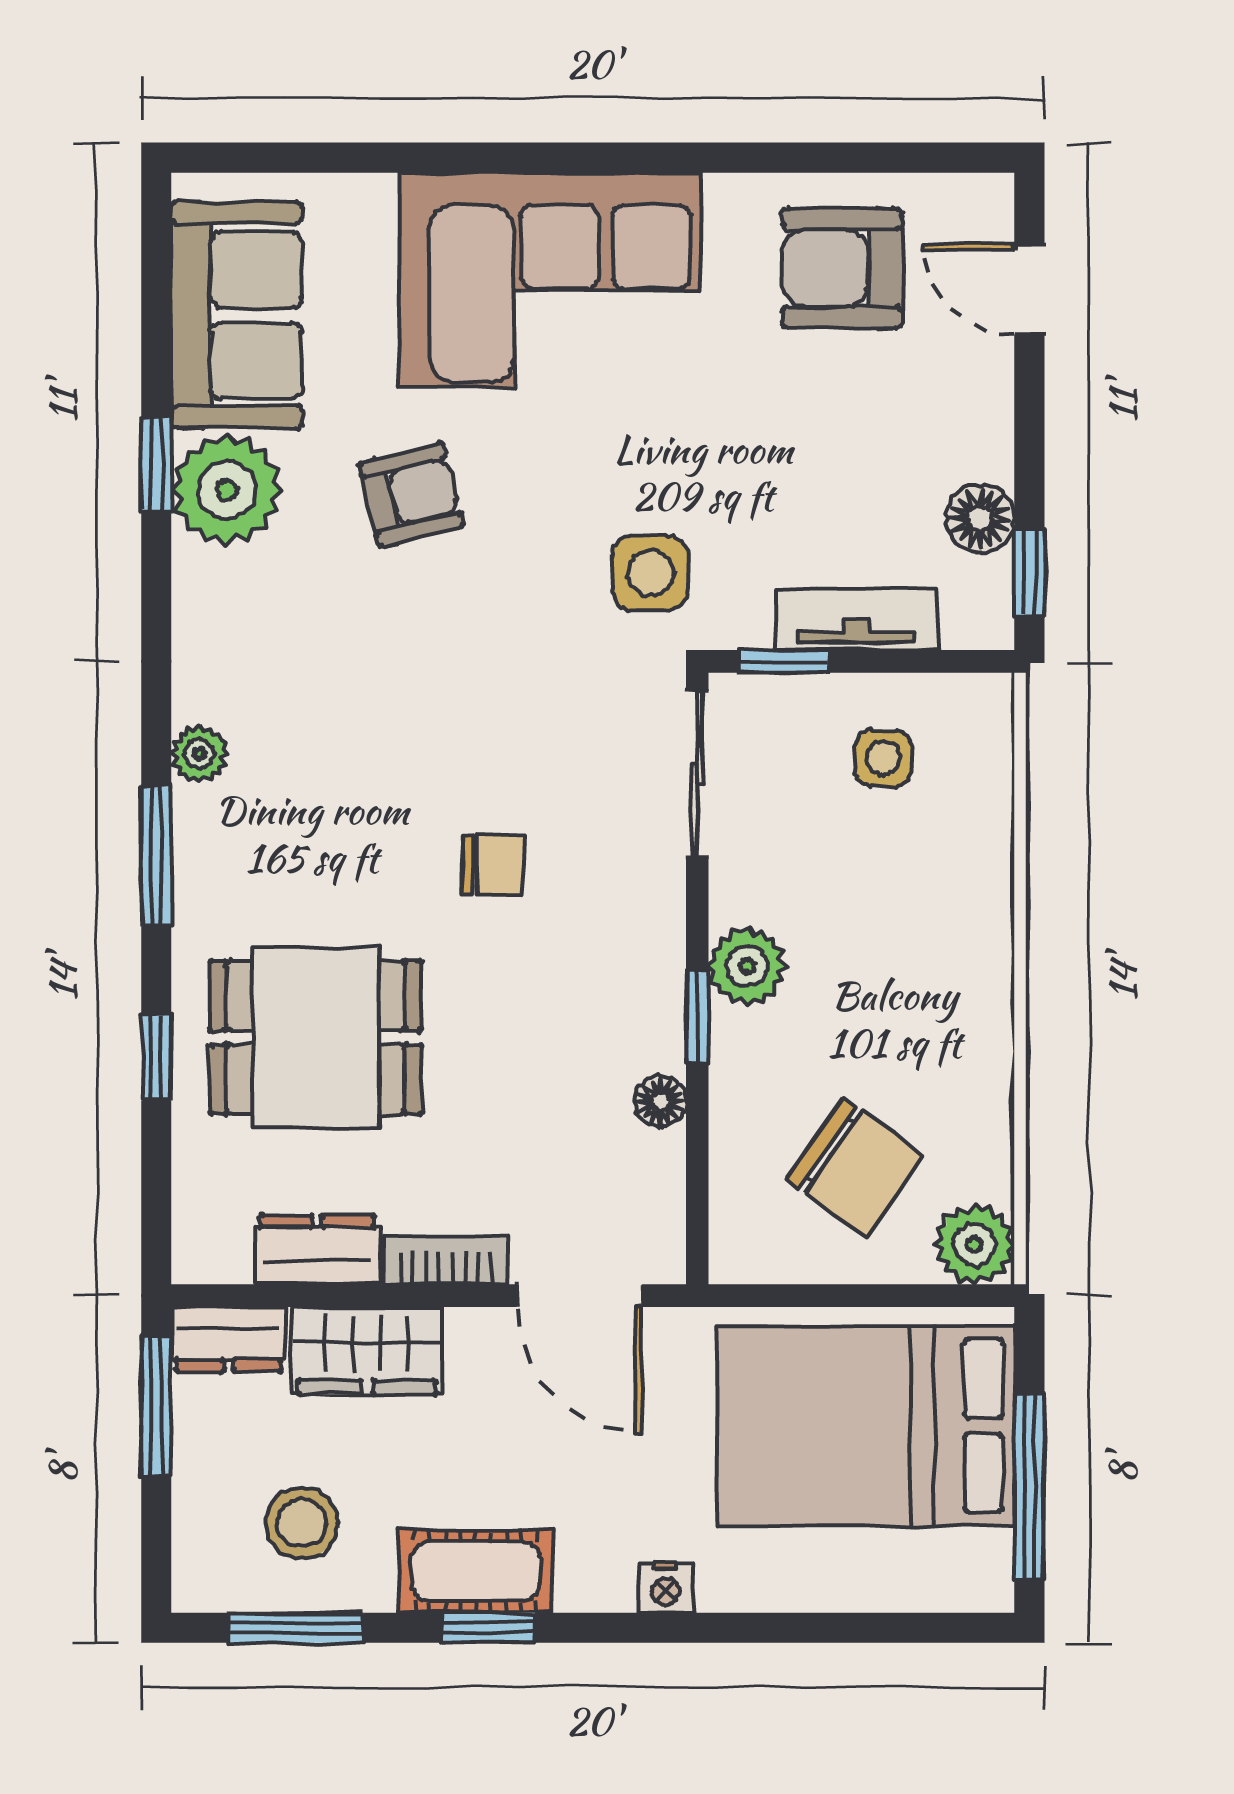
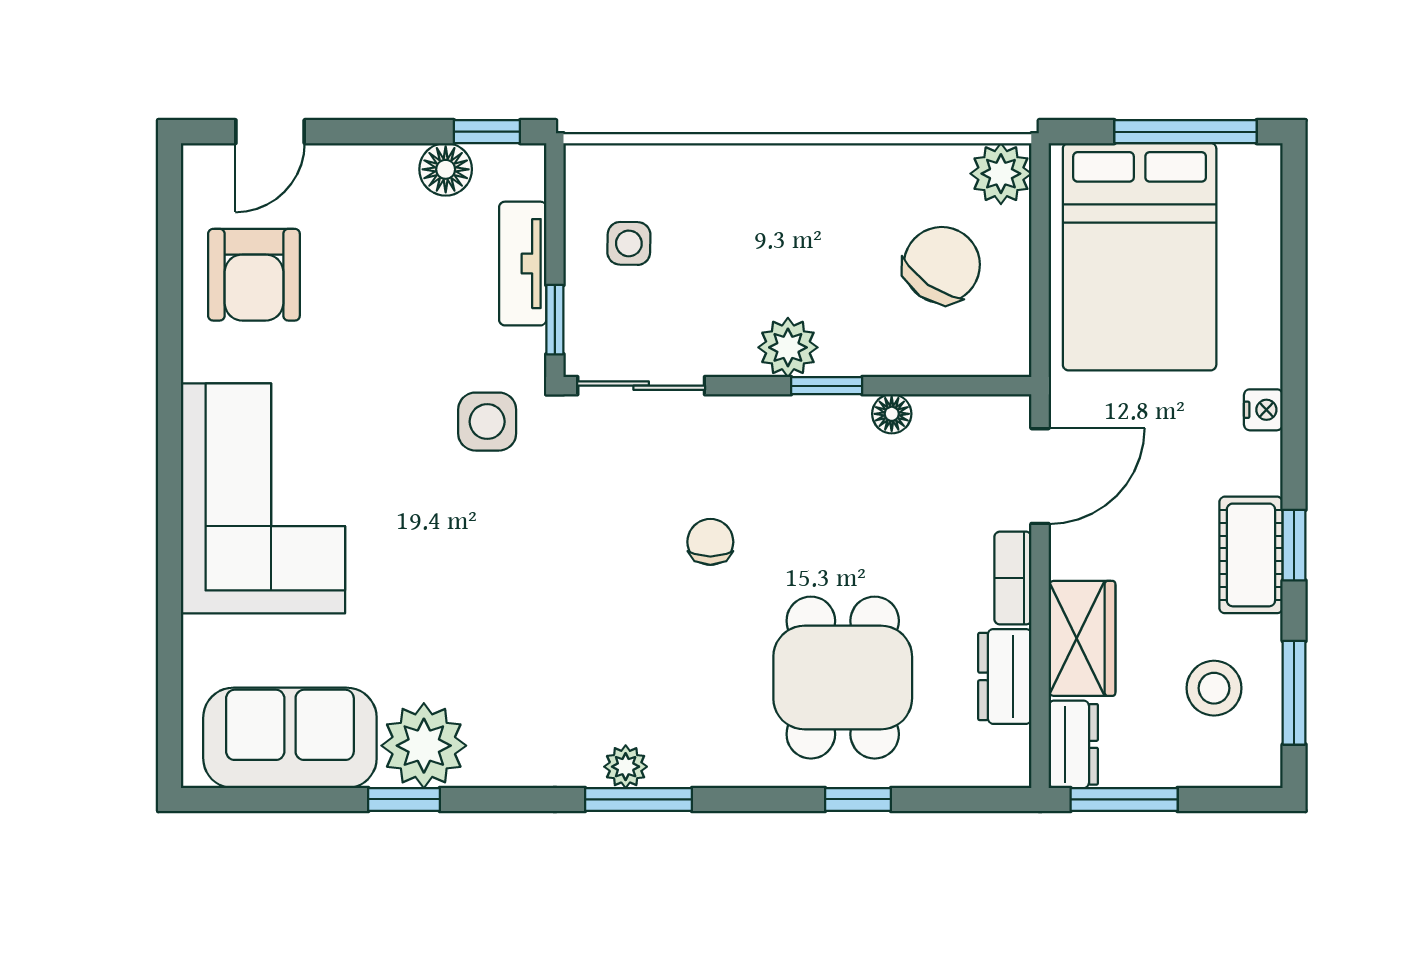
armchair: (411, 495) -> (428, 605), removed
window: (156, 856) -> (639, 799), moved

